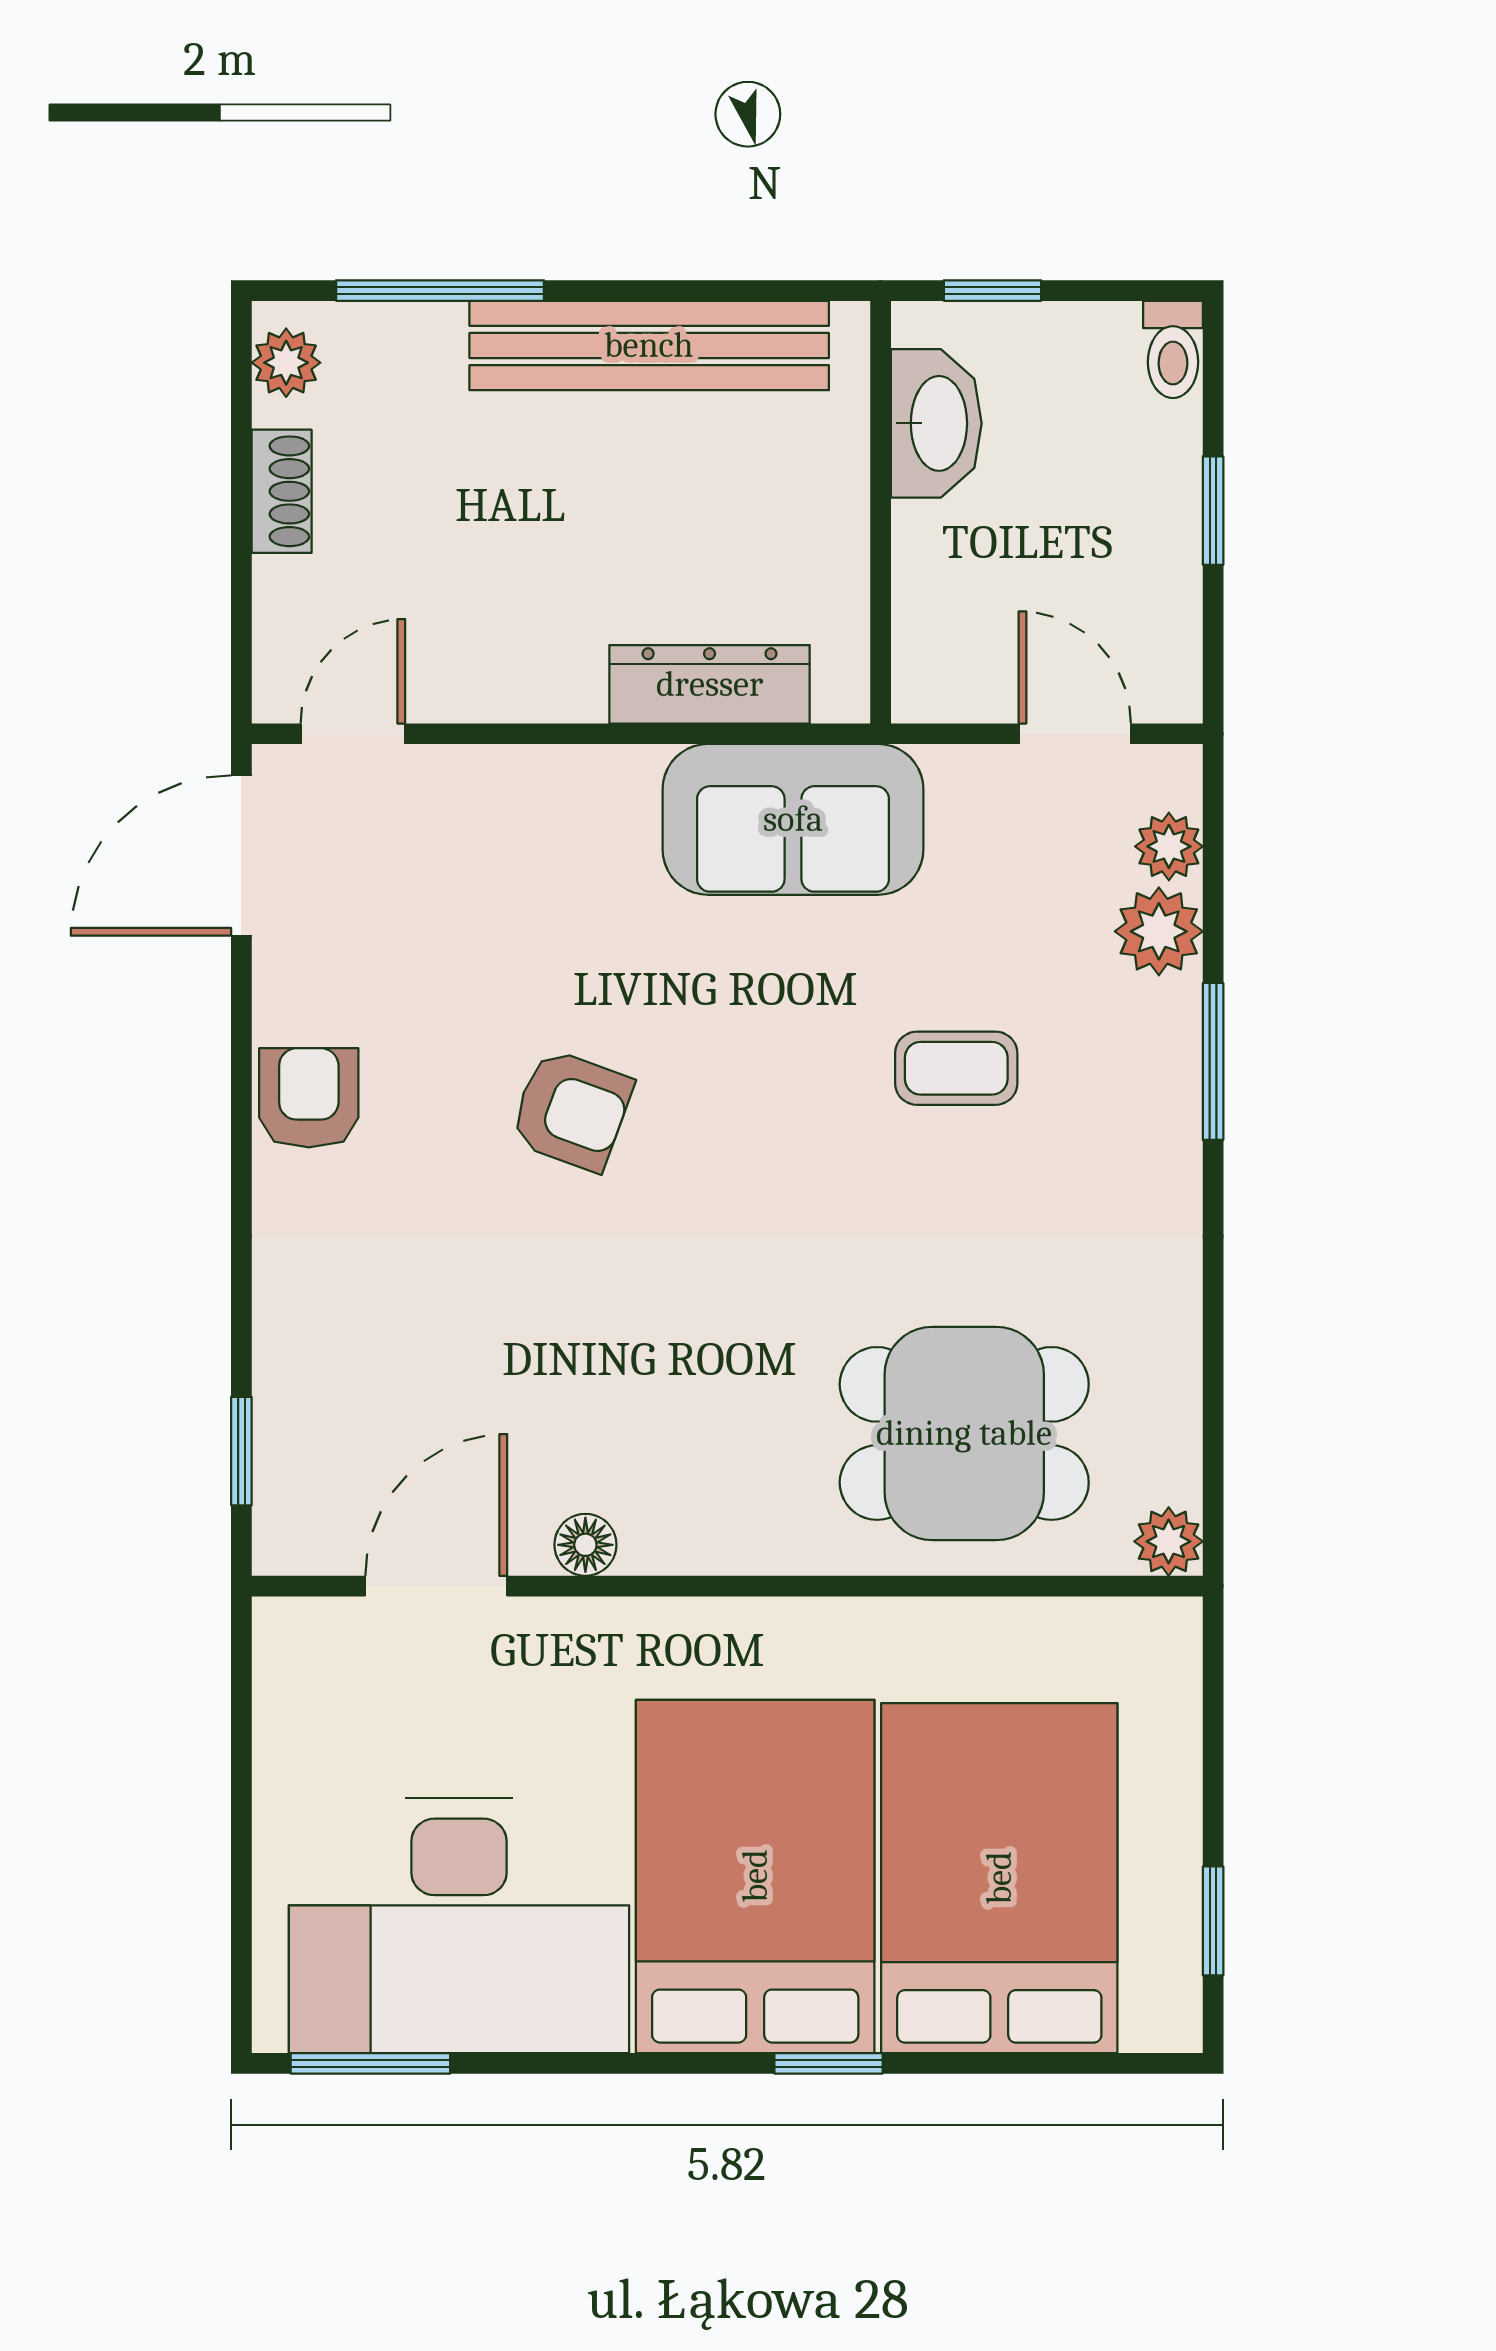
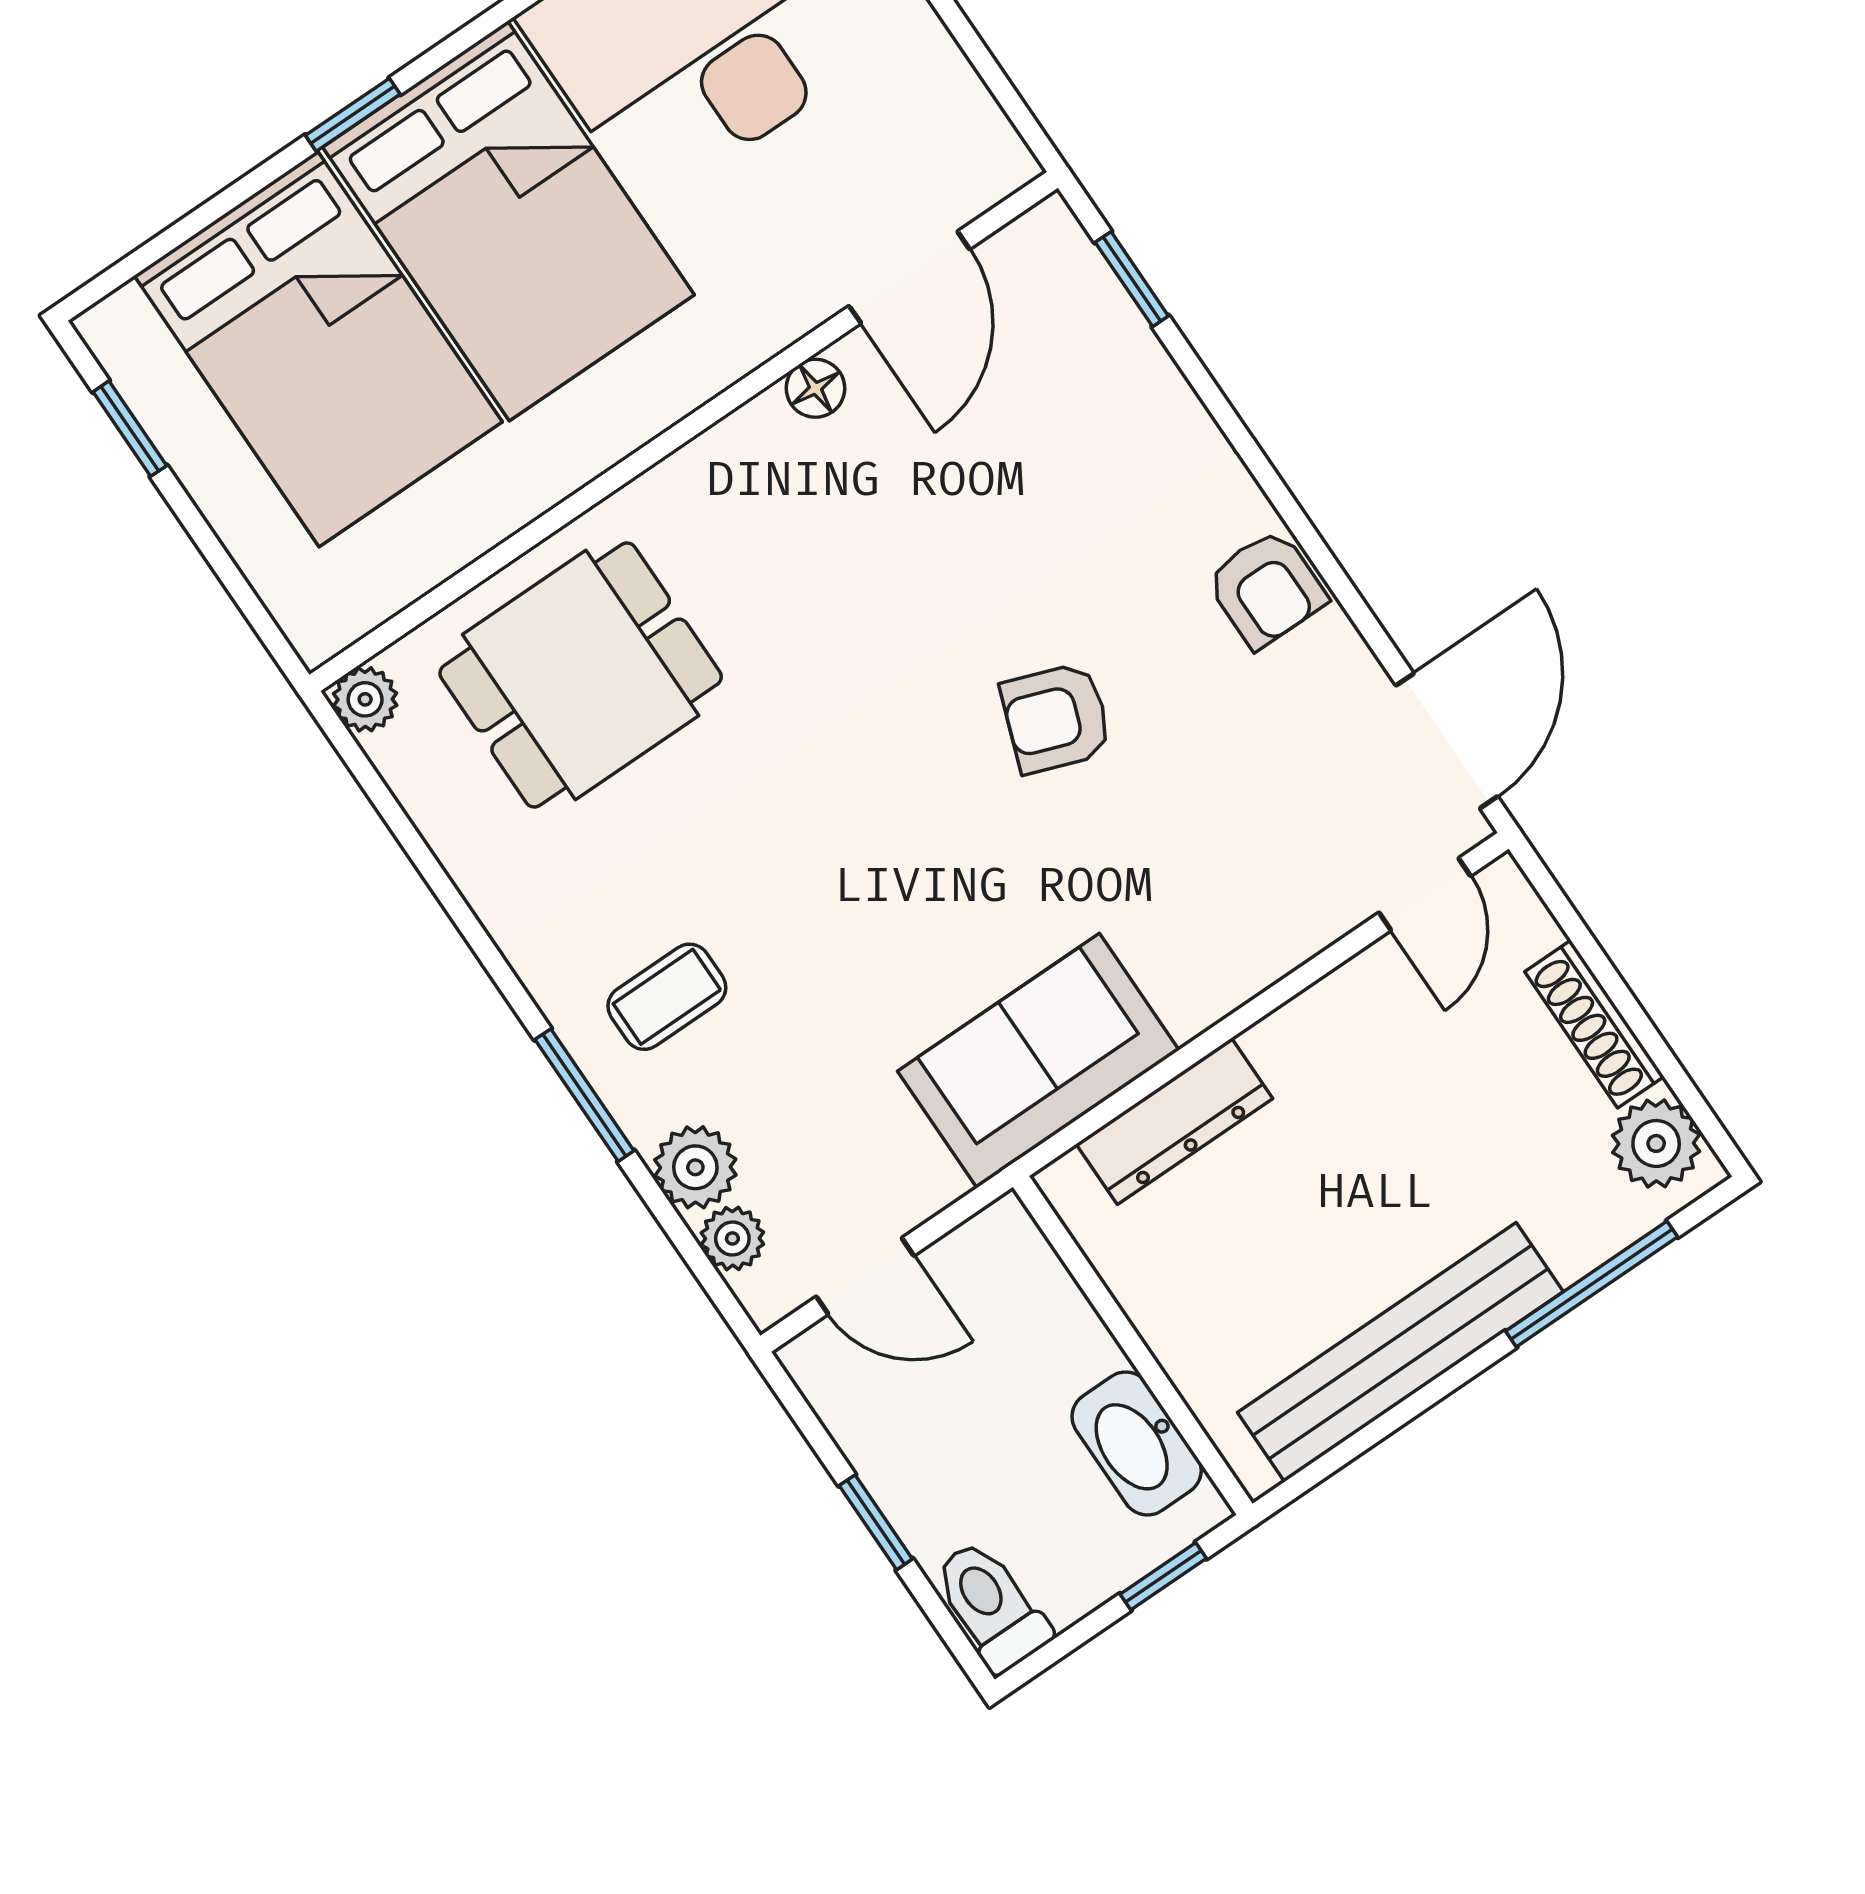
toilet: (1173, 349) -> (991, 1606), width x1.37, depth x1.39
plant: (286, 363) -> (1656, 1143), width x1.38, depth x1.38
shoe rack: (282, 491) -> (1594, 1024), width x1.43
coffee table: (956, 1068) -> (667, 997), moved

